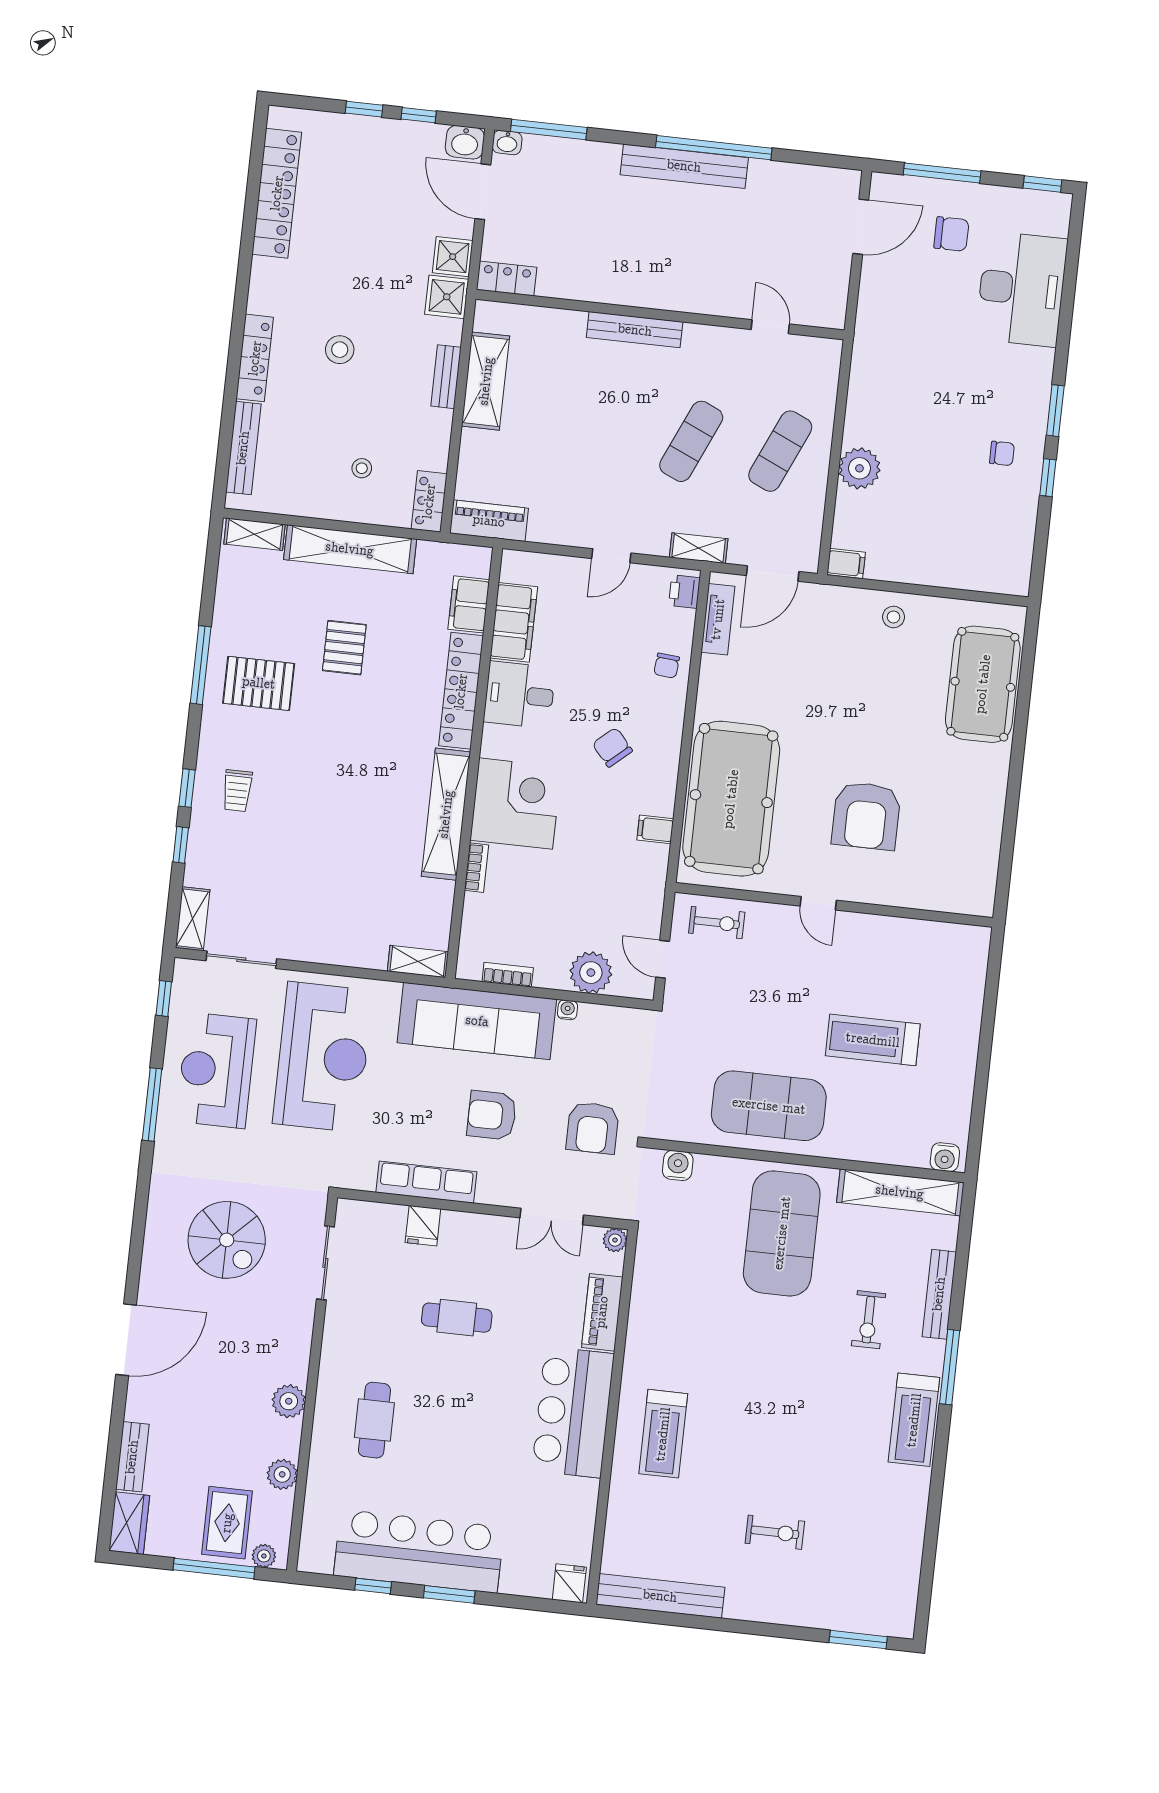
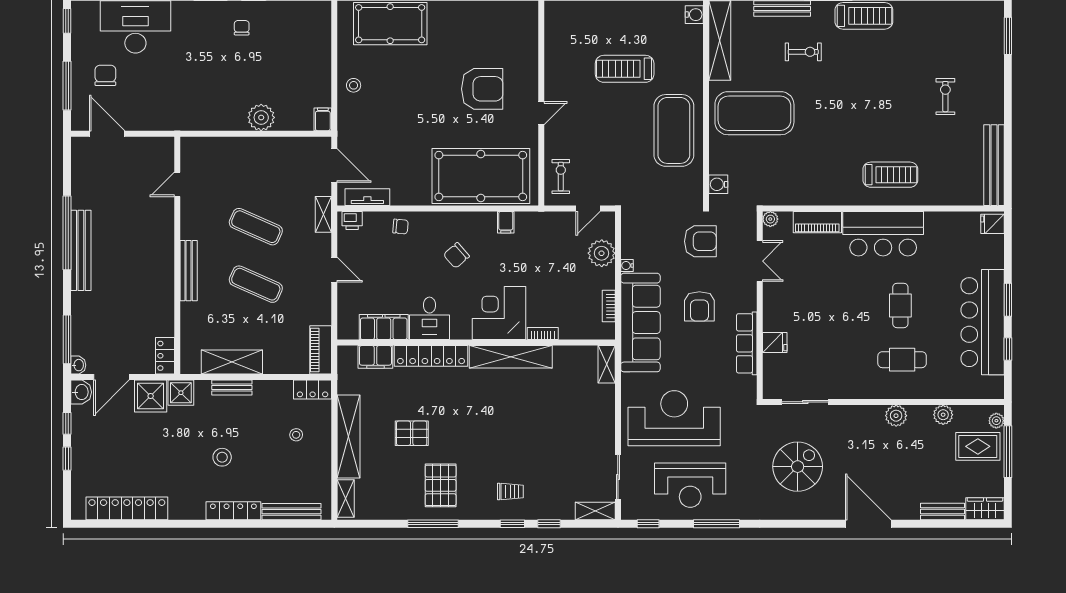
shower: (453, 257) -> (151, 396), width x1.36, depth x1.36
exercise mat: (780, 451) -> (256, 284), moved
treadmill: (873, 1040) -> (625, 69), turned 90
cafe table: (457, 1318) -> (900, 305), moved

